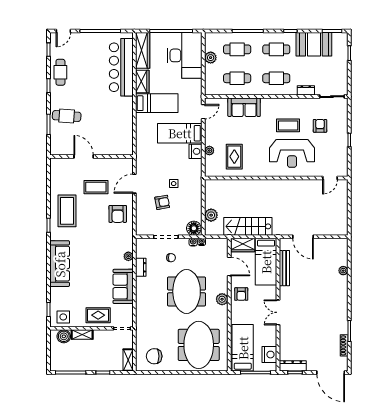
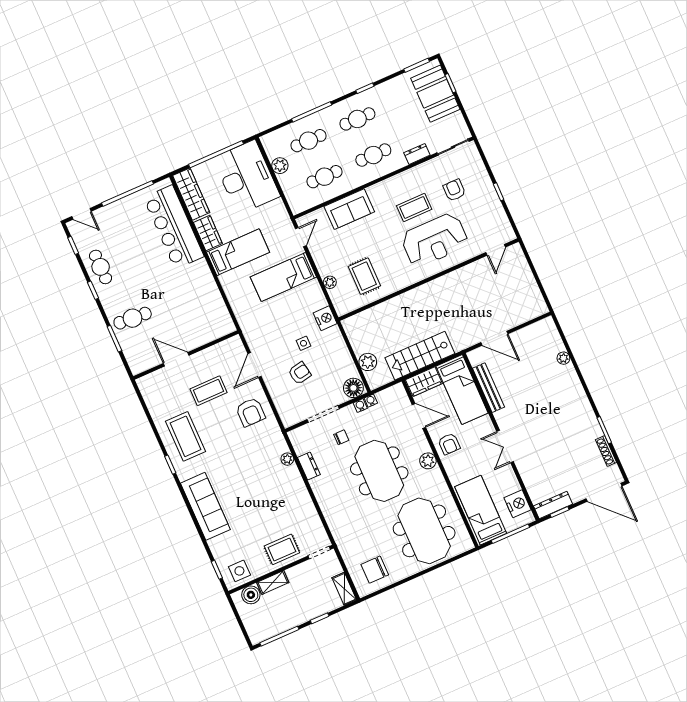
door: (63, 31) -> (81, 214), hinge flipped
booth: (314, 44) -> (435, 94), moved, turned 90
nightstand: (196, 151) -> (325, 318), moved
sofa: (123, 286) -> (297, 500), removed

